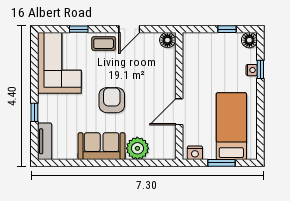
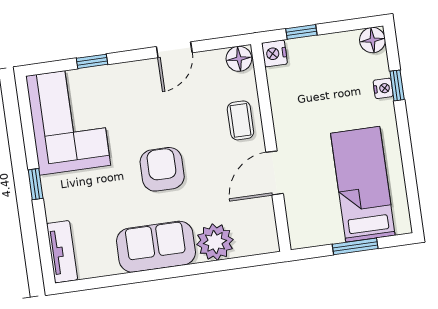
window: (227, 29) -> (301, 32), moved
coffee table: (104, 44) -> (240, 120), moved, turned 90
window: (34, 112) -> (36, 184), moved
nightstand: (195, 153) -> (275, 53), moved, turned 90

